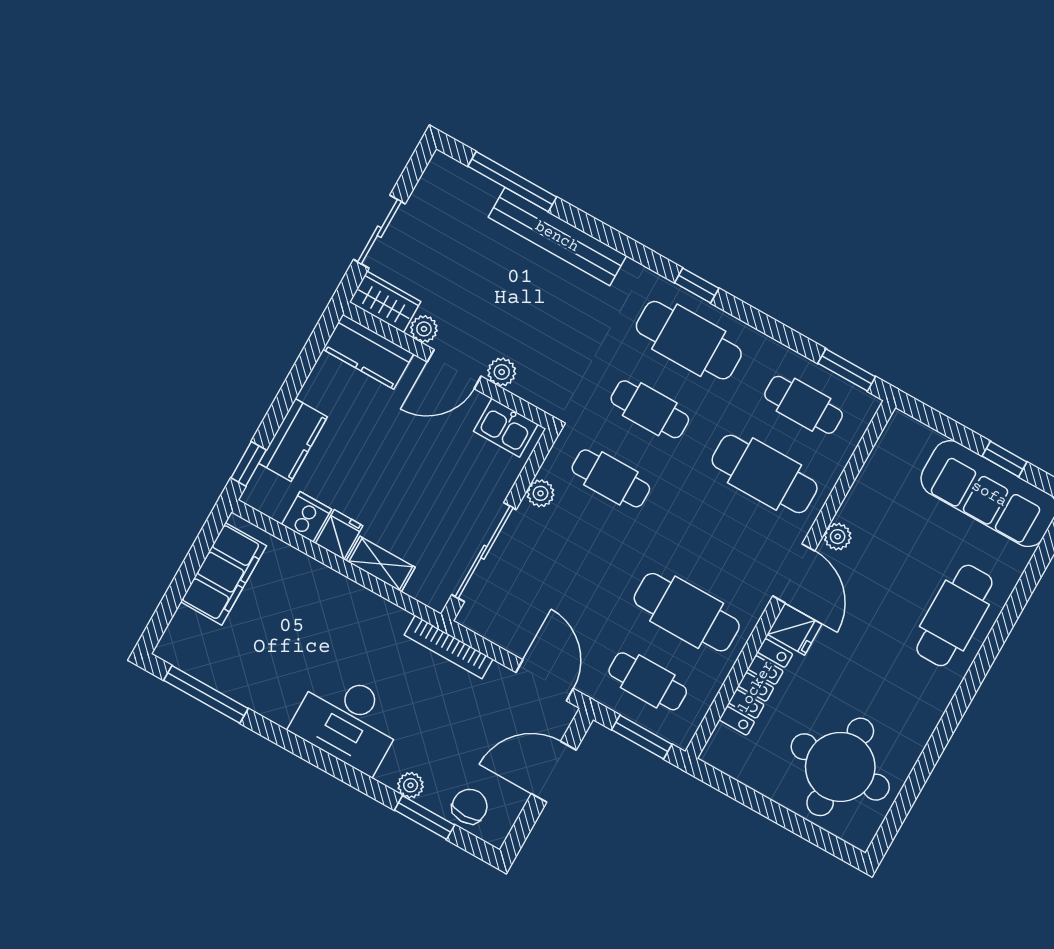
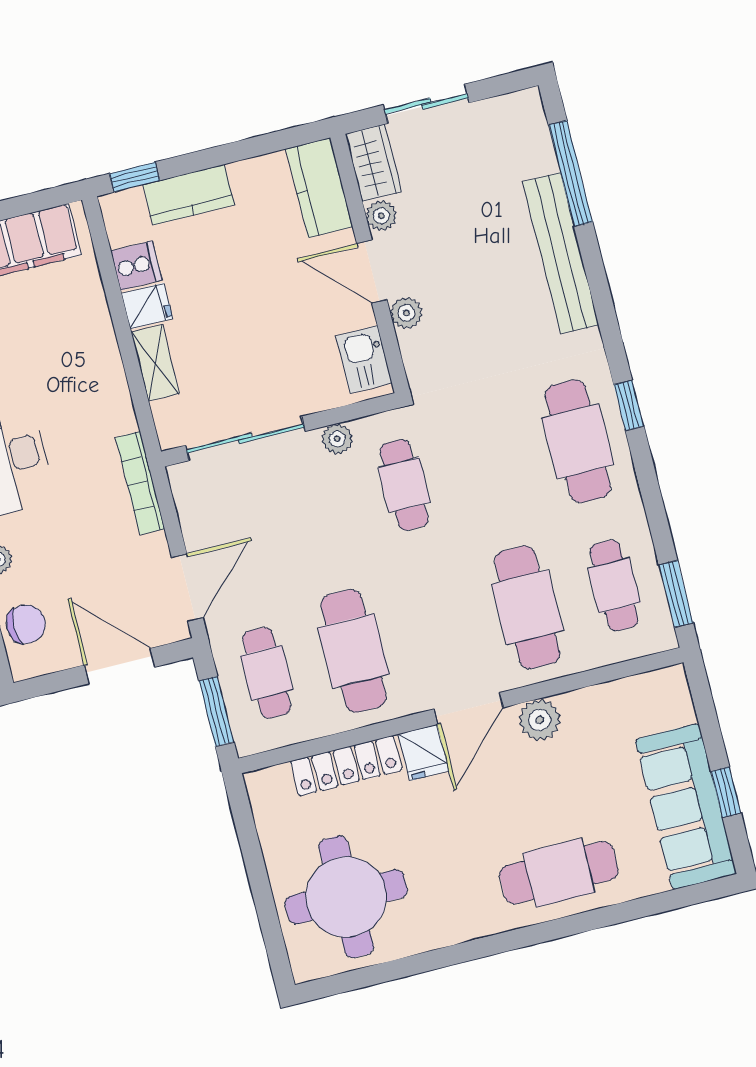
cafe table: (650, 409) -> (491, 463), removed
plant: (838, 537) -> (540, 720), width x1.38, depth x1.38

